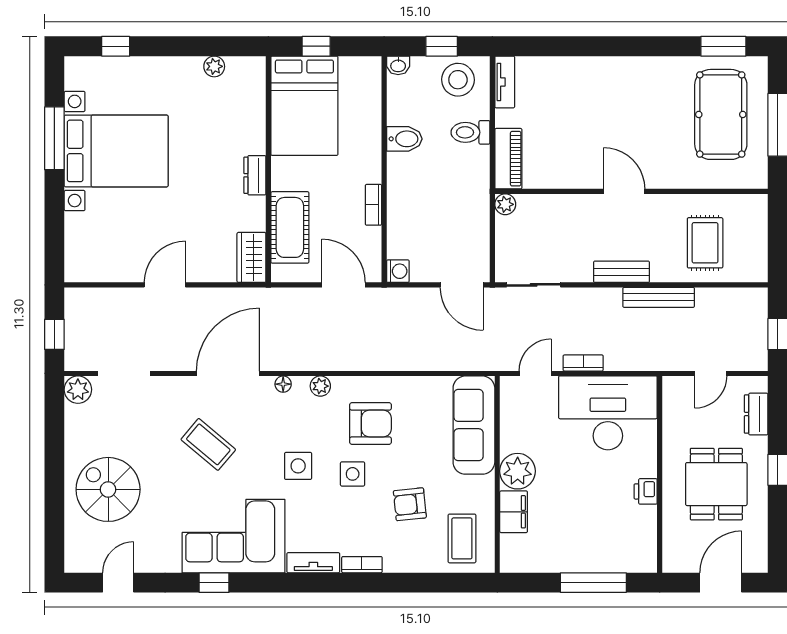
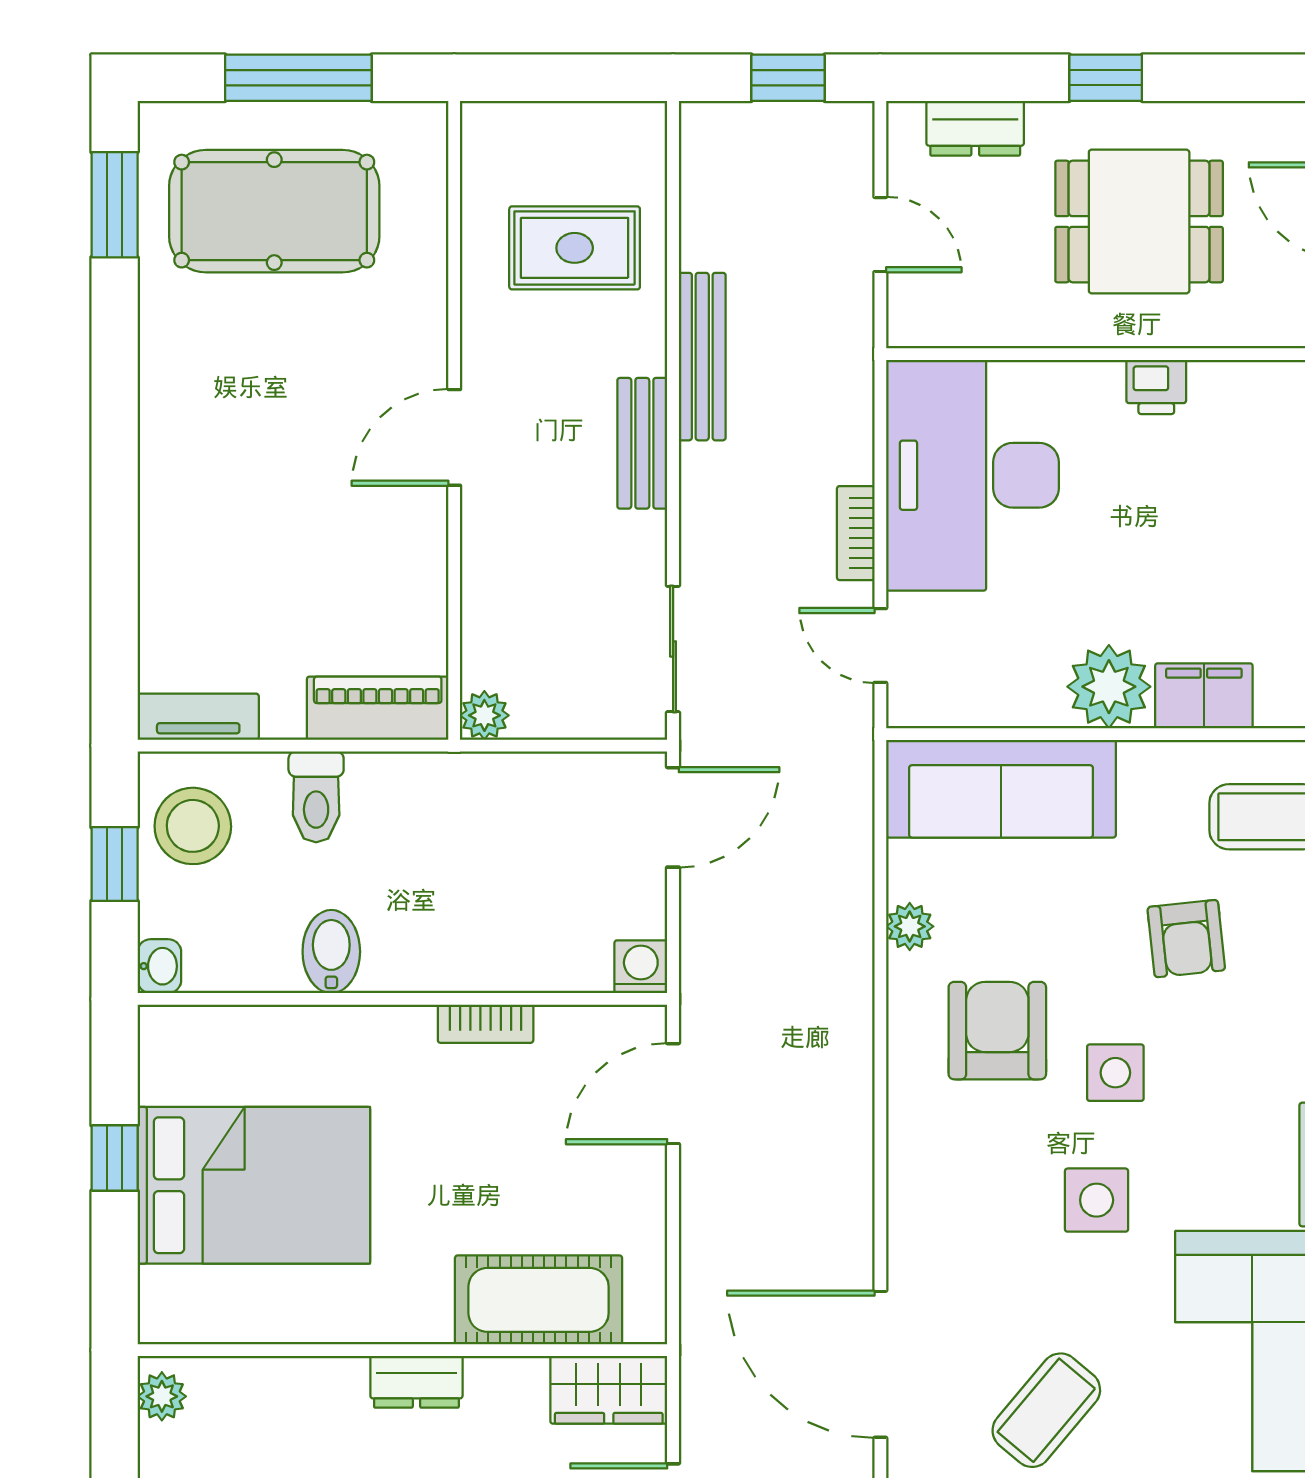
wall: (268, 169) -> (402, 1350), moved
dresser: (255, 175) -> (416, 1382), moved
cot: (290, 227) -> (539, 1300), moved
wardrobe: (251, 257) -> (609, 1390), moved
floor lamp: (283, 384) -> (905, 1235), removed
plant: (320, 386) -> (910, 926), moved

